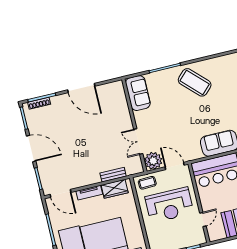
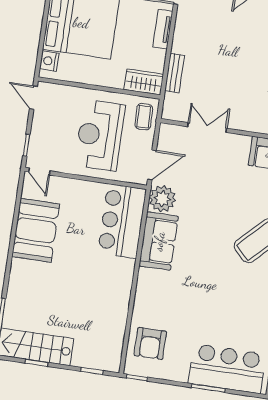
plant: (153, 161) -> (162, 199), moved
wardrobe: (115, 189) -> (144, 82), moved, turned 90
door: (203, 219) -> (39, 171), moved

